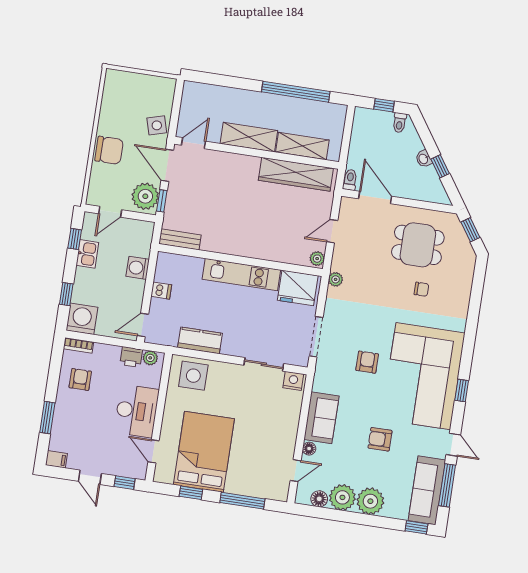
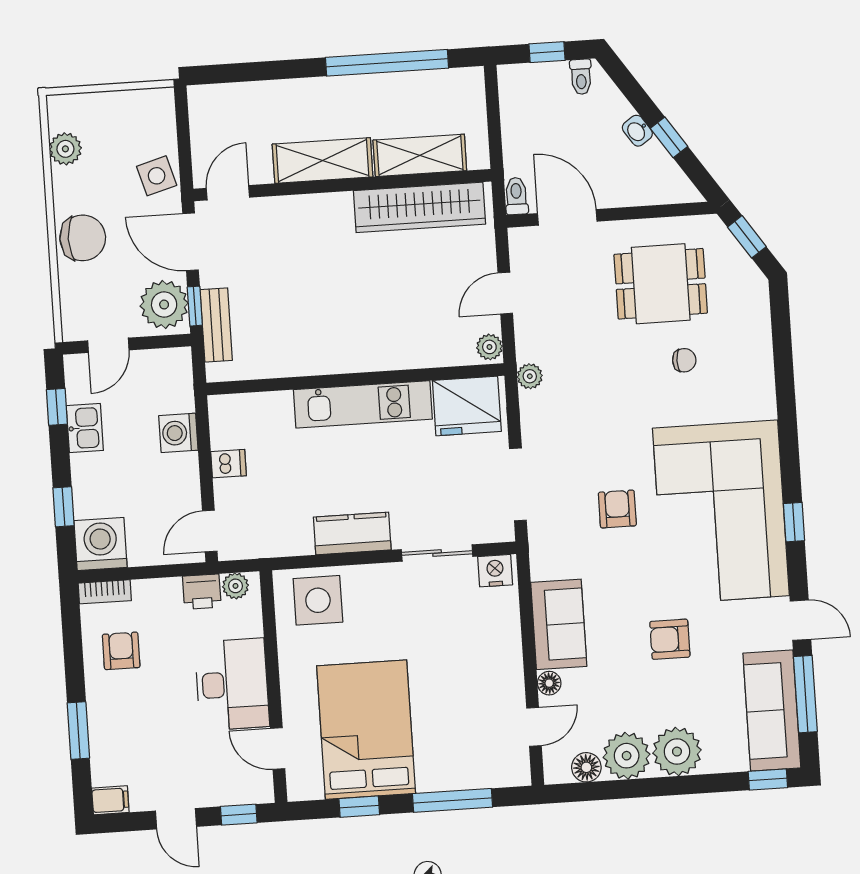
plant: (110, 100) -> (65, 149), added
bench: (180, 239) -> (216, 325), moved, turned 90
kitchen counter: (200, 340) -> (352, 533), moved

